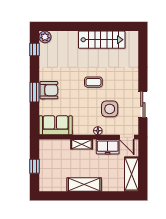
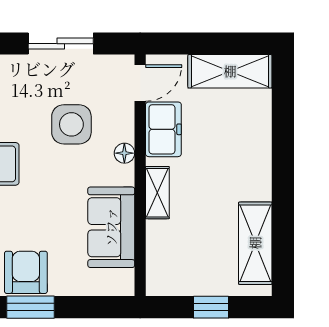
sofa: (56, 125) -> (111, 227), moved
shelving: (84, 185) -> (255, 243), moved

